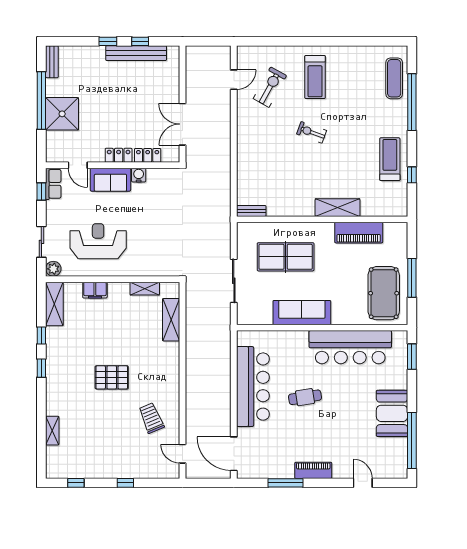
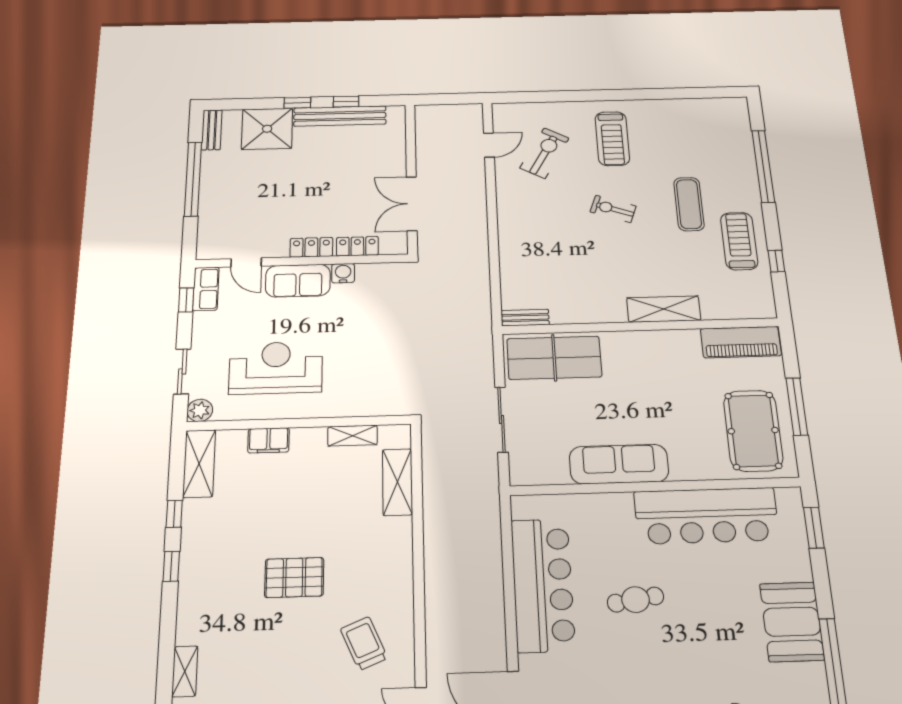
exercise mat: (394, 78) -> (689, 204), moved
shower: (62, 114) -> (267, 129), moved
piano: (359, 233) -> (741, 342), moved
table tennis table: (286, 257) -> (554, 358), moved

